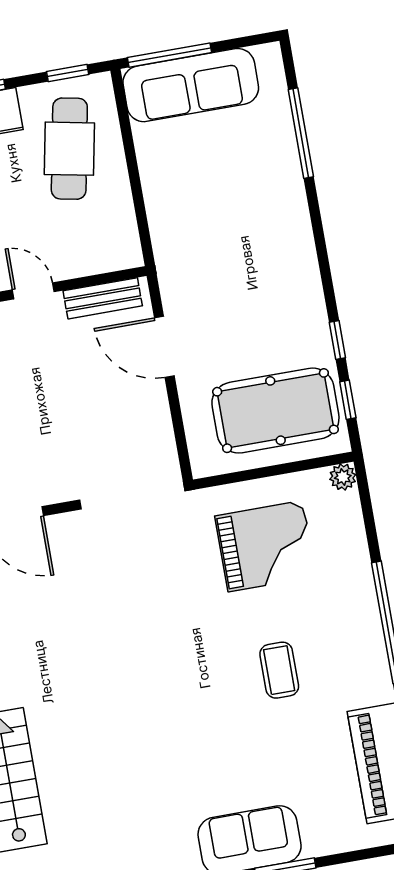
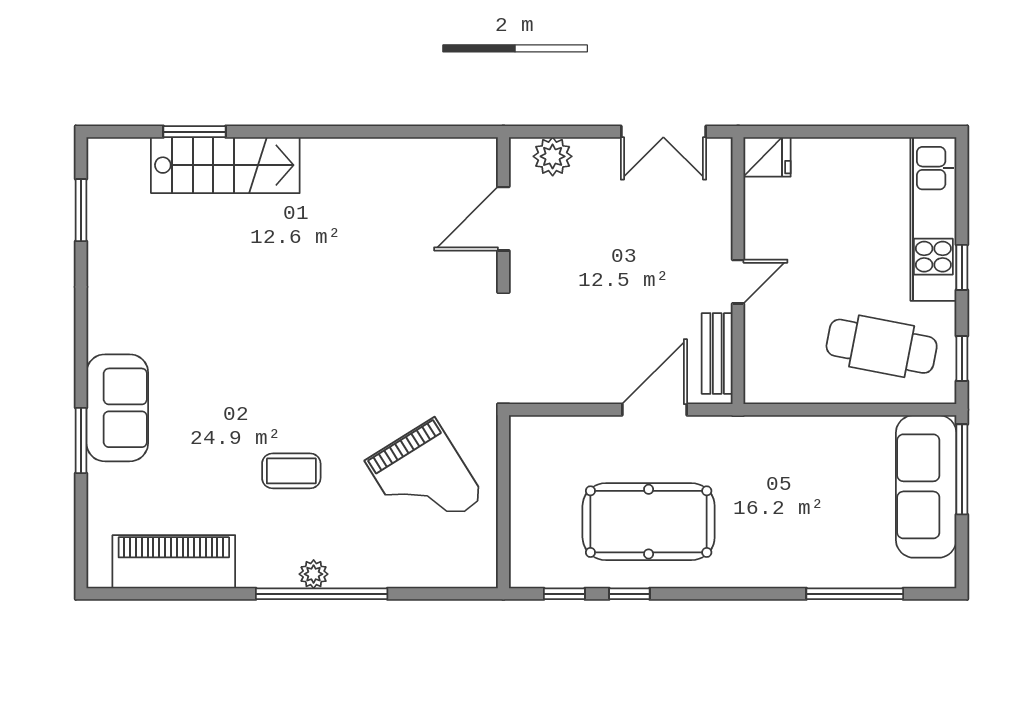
pool table: (275, 411) -> (649, 522), moved, turned 90
plant: (343, 477) -> (314, 574), moved
grand piano: (265, 546) -> (425, 479), turned -32

